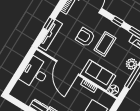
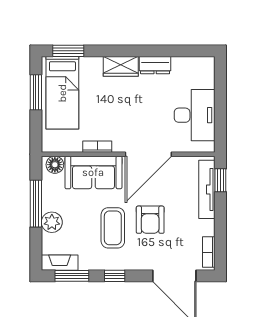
window: (49, 24) -> (220, 180), moved
armchair: (85, 37) -> (150, 220), turned 90
door: (67, 68) -> (148, 154), swing flipped

